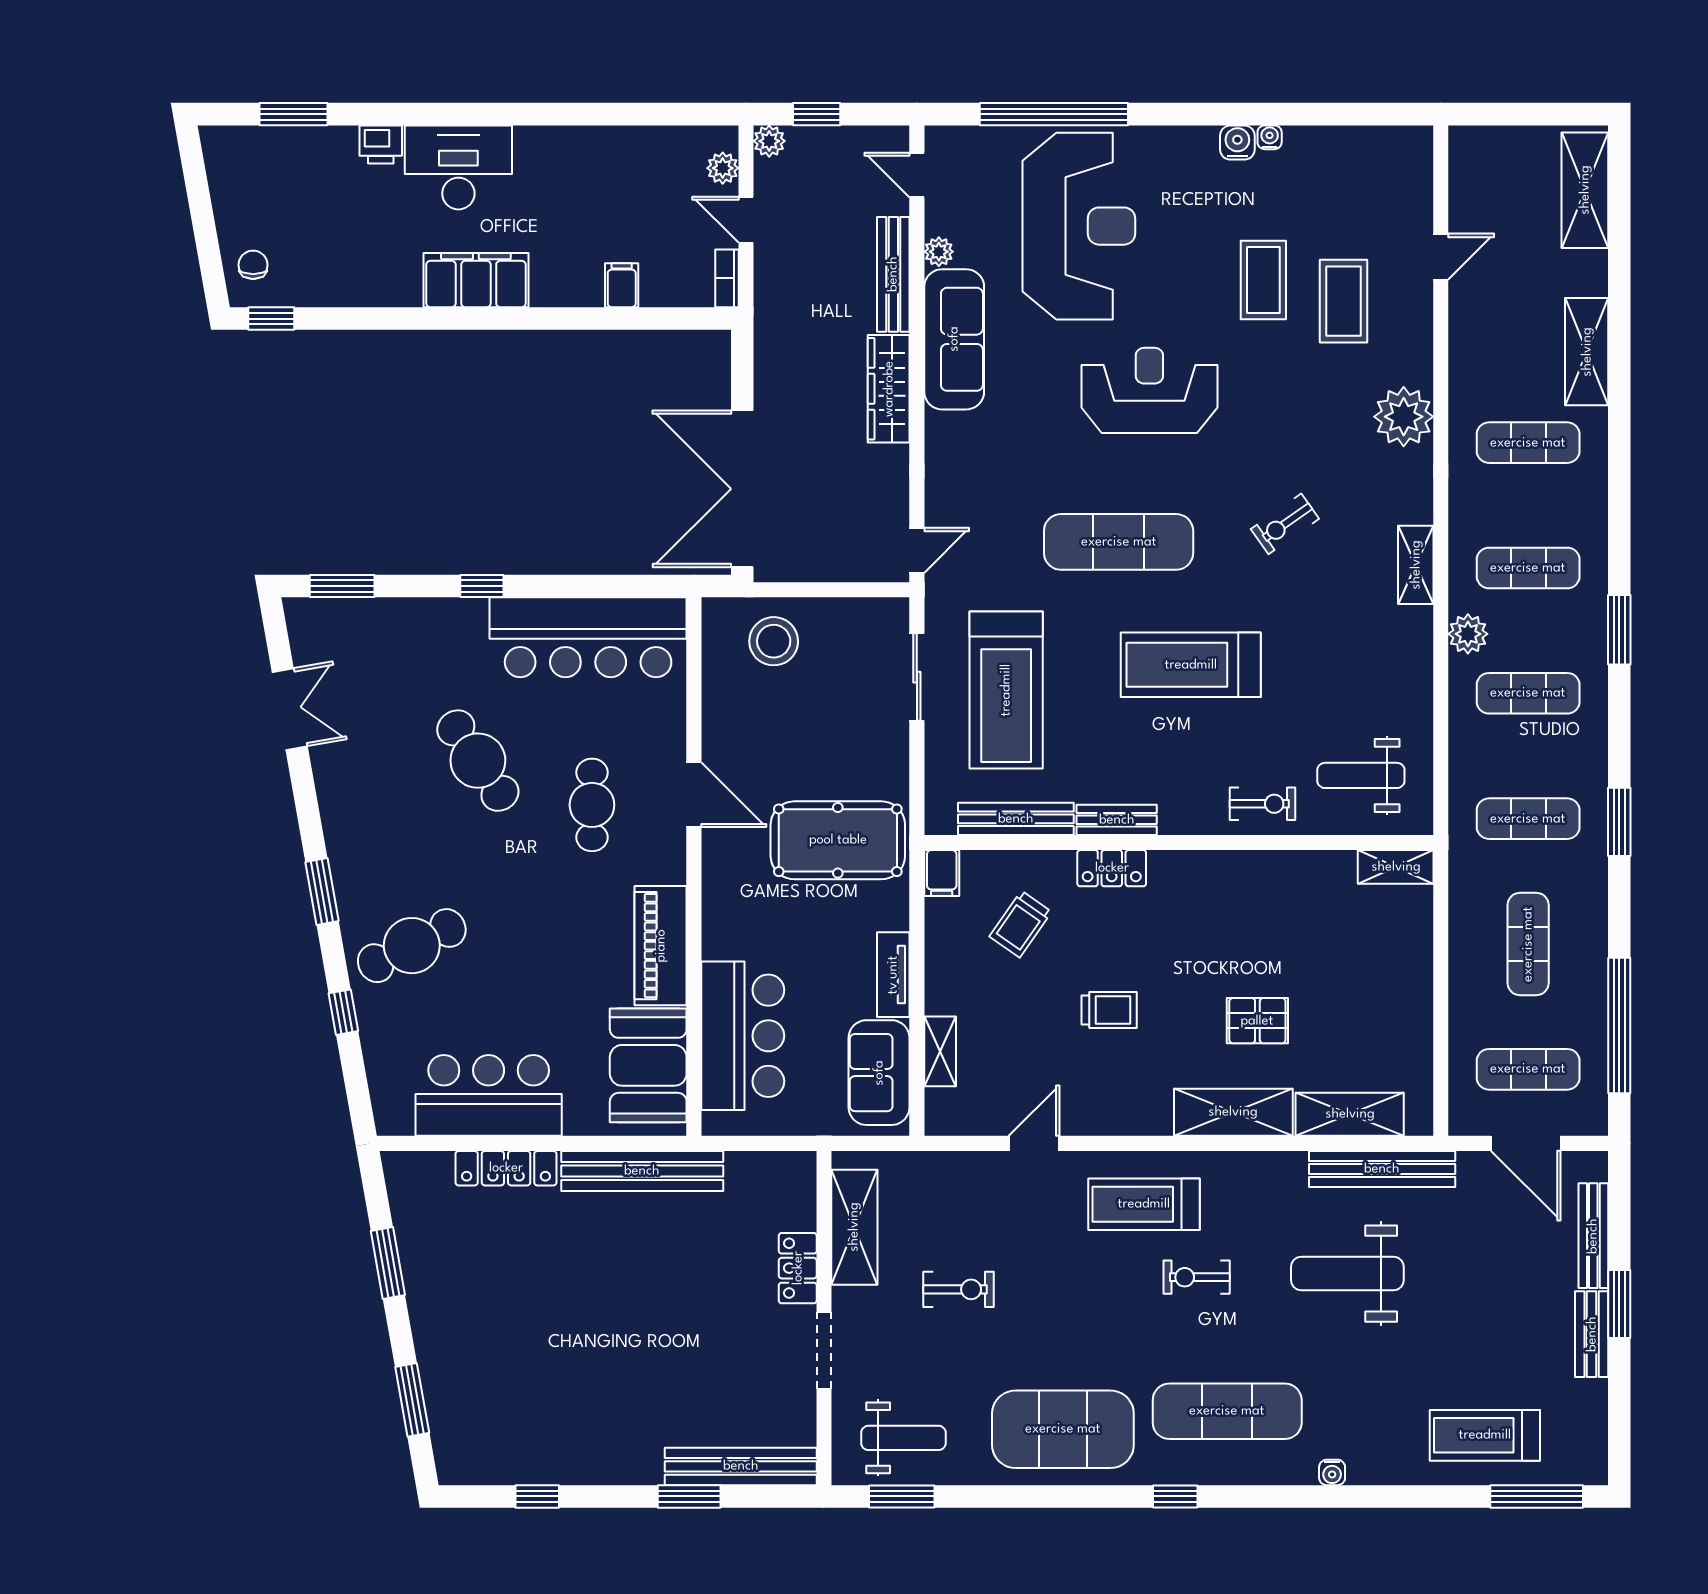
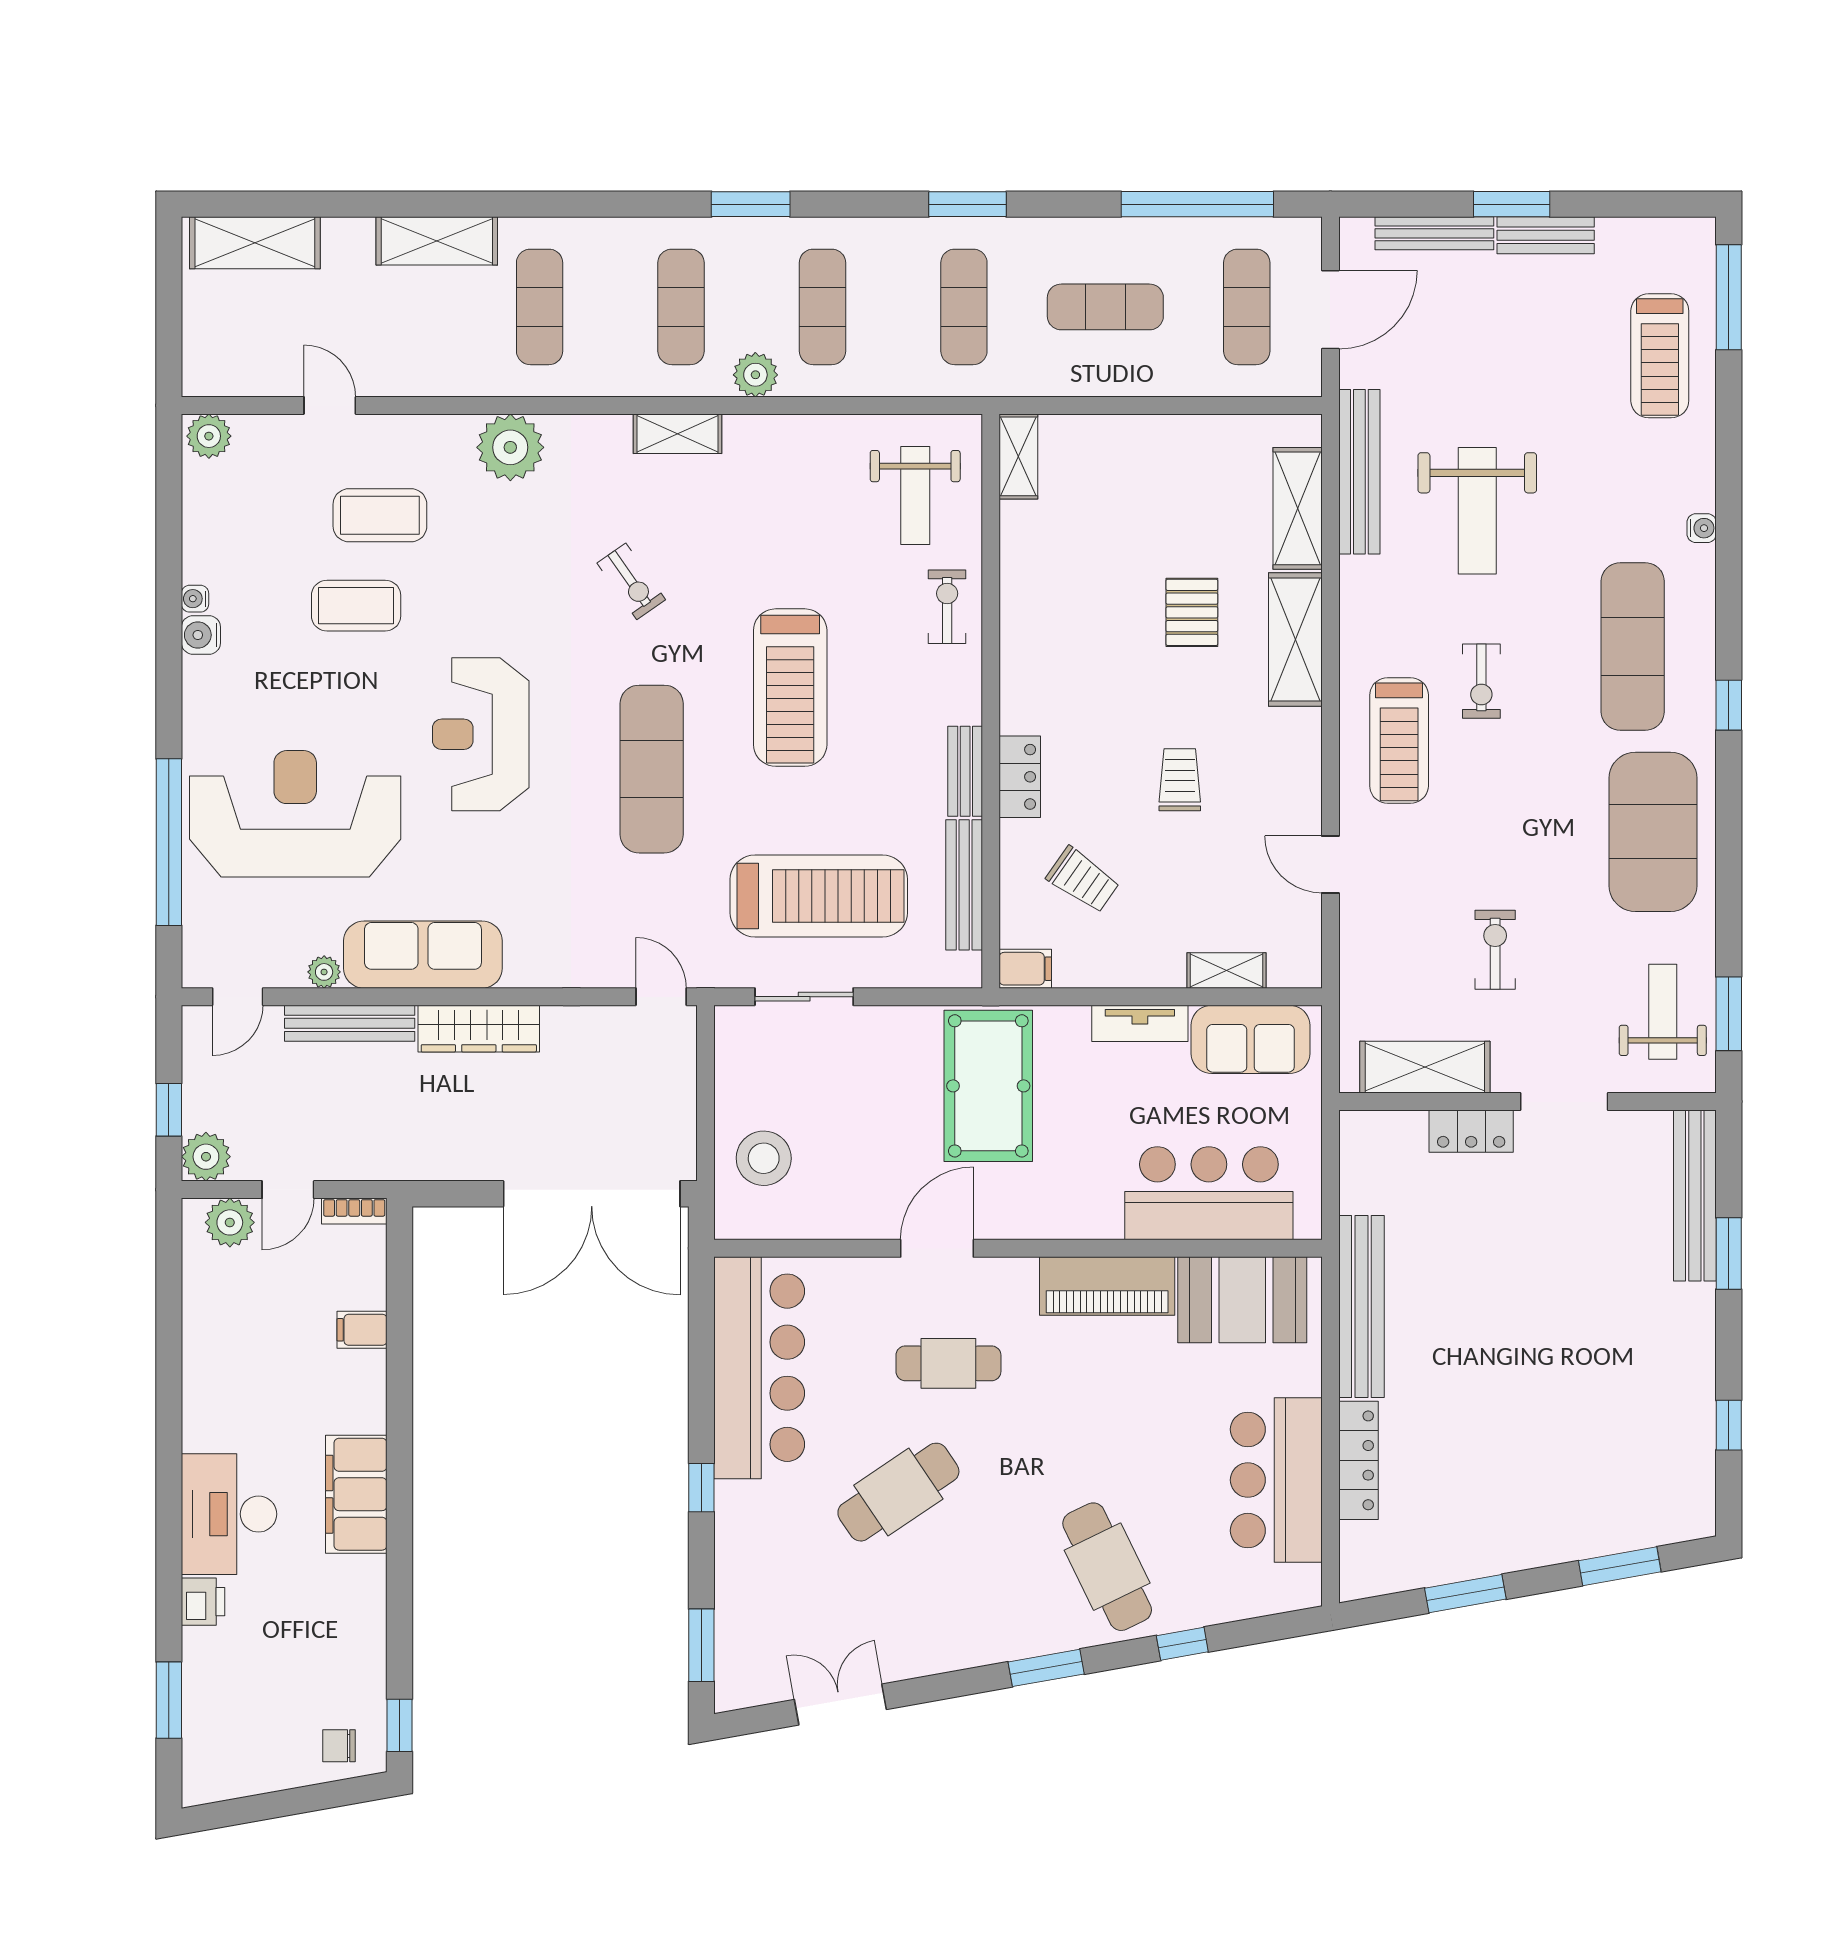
plant: (769, 141) -> (206, 1157), width x1.38, depth x1.38
plant: (1414, 150) -> (209, 436), added
plant: (723, 168) -> (230, 1222), width x1.38, depth x1.38

